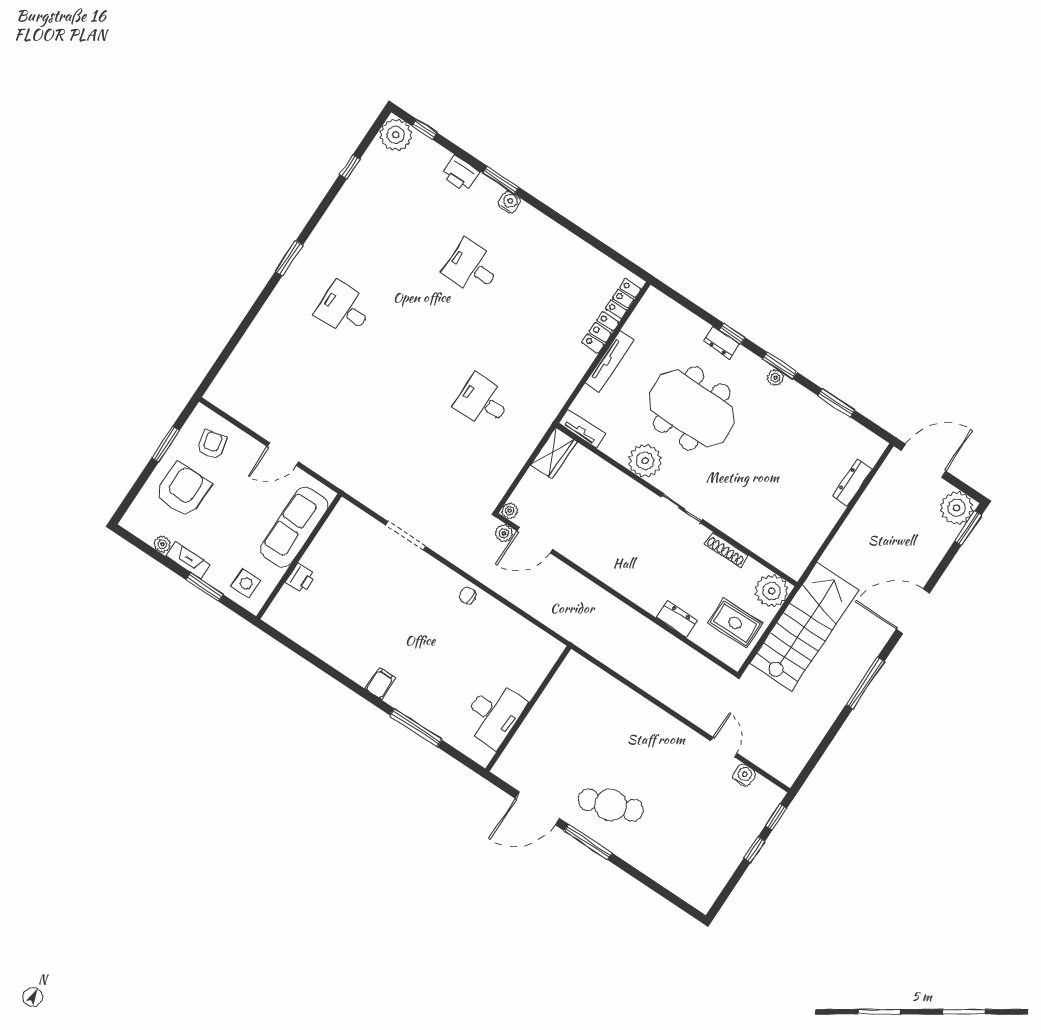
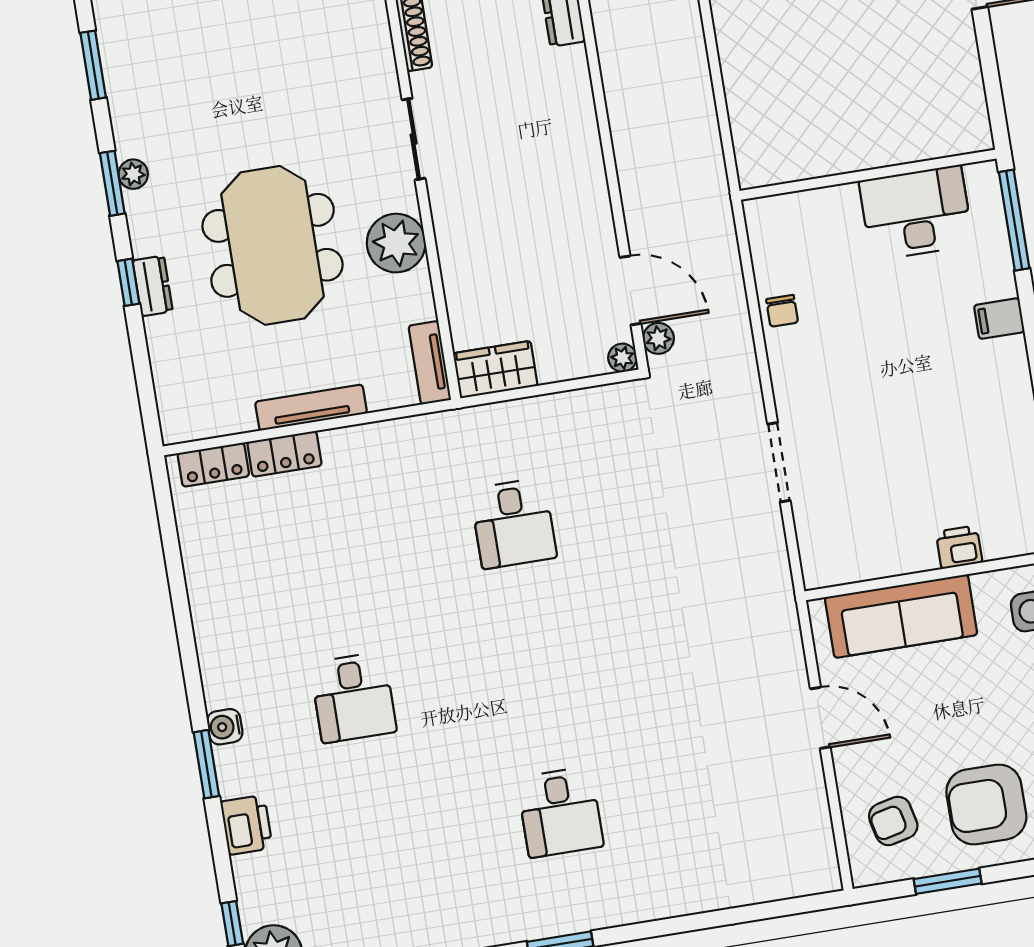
wall: (528, 709) -> (868, 175), moved
desk: (494, 714) -> (916, 213), moved

